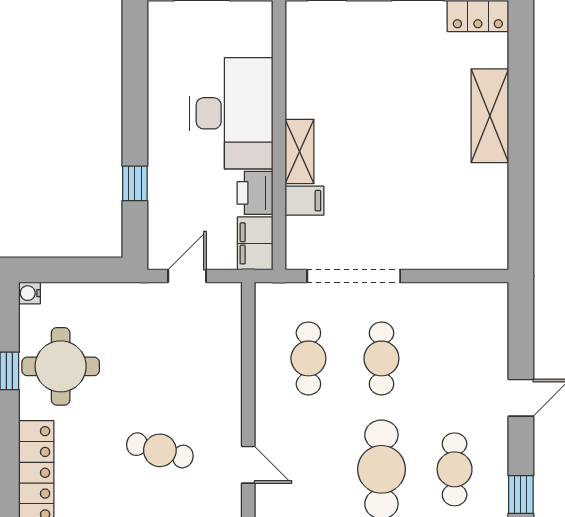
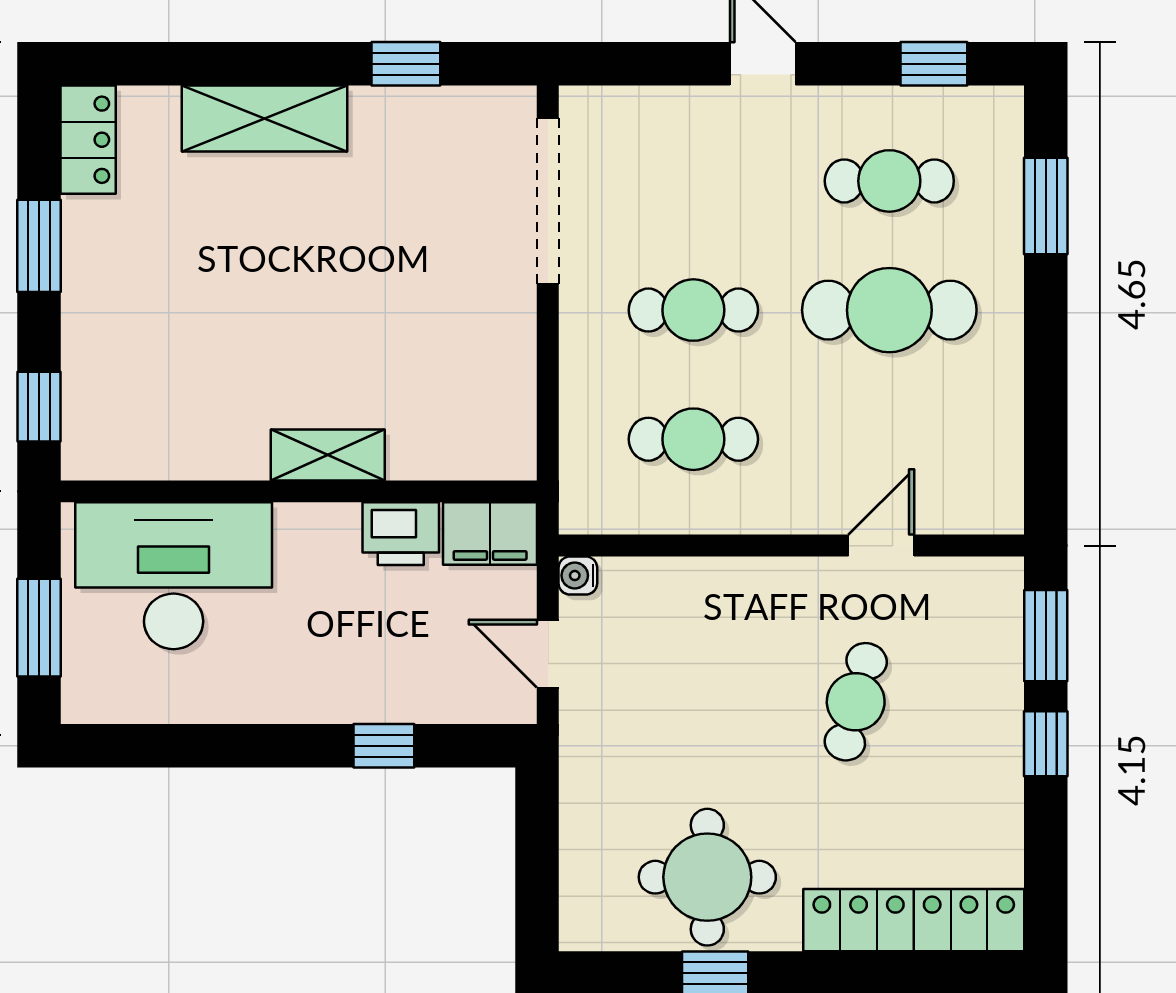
desk: (231, 113) -> (174, 576), moved
window: (521, 196) -> (406, 64), added
filing cabinet: (304, 201) -> (415, 446), removed
doorway: (354, 276) -> (548, 201), moved
water cooler: (29, 293) -> (578, 576), moved, turned 90

